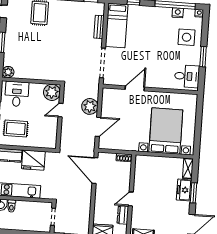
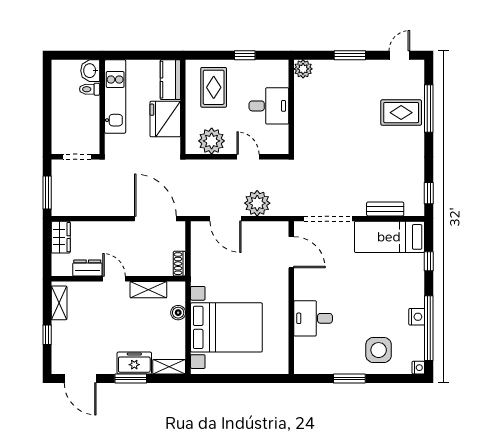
nightstand: (178, 13) -> (417, 317), moved
desk: (187, 76) -> (313, 318), moved, turned 90
door: (135, 88) -> (291, 252), moved
plant: (52, 92) -> (212, 141), moved
desk: (17, 94) -> (269, 106), moved
boiler: (155, 160) -> (178, 313), added
door: (95, 171) -> (155, 219), hinge flipped
shelving: (139, 178) -> (148, 290), added

